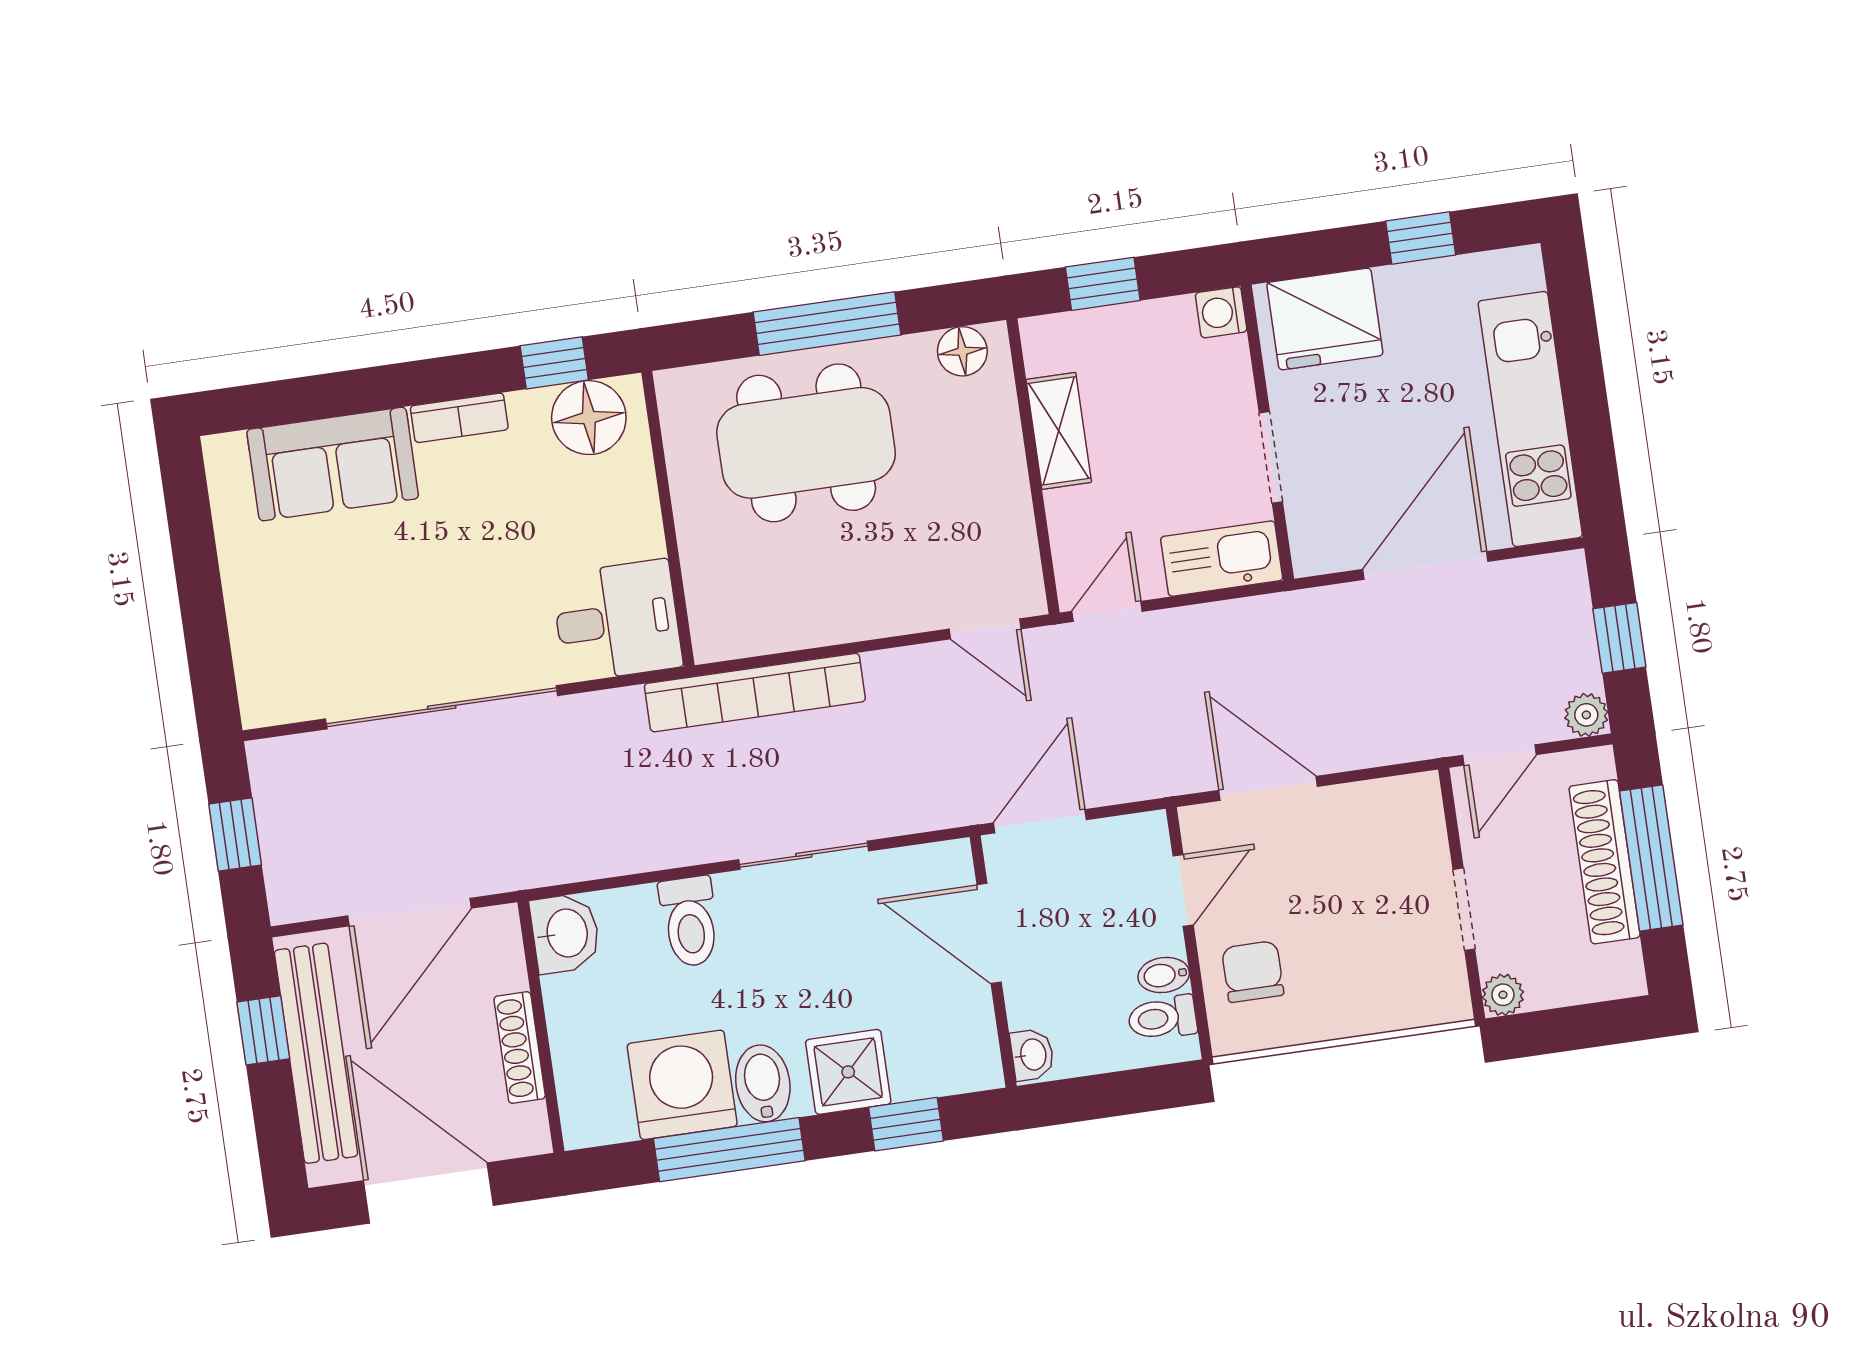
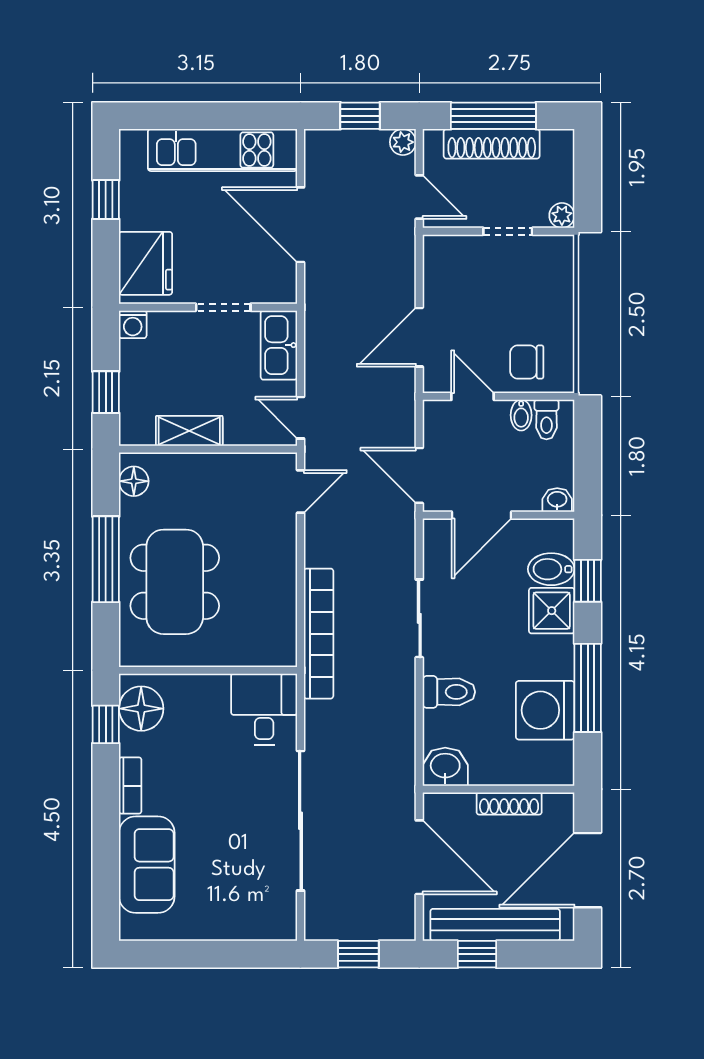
bidet: (763, 1083) -> (551, 569), moved

